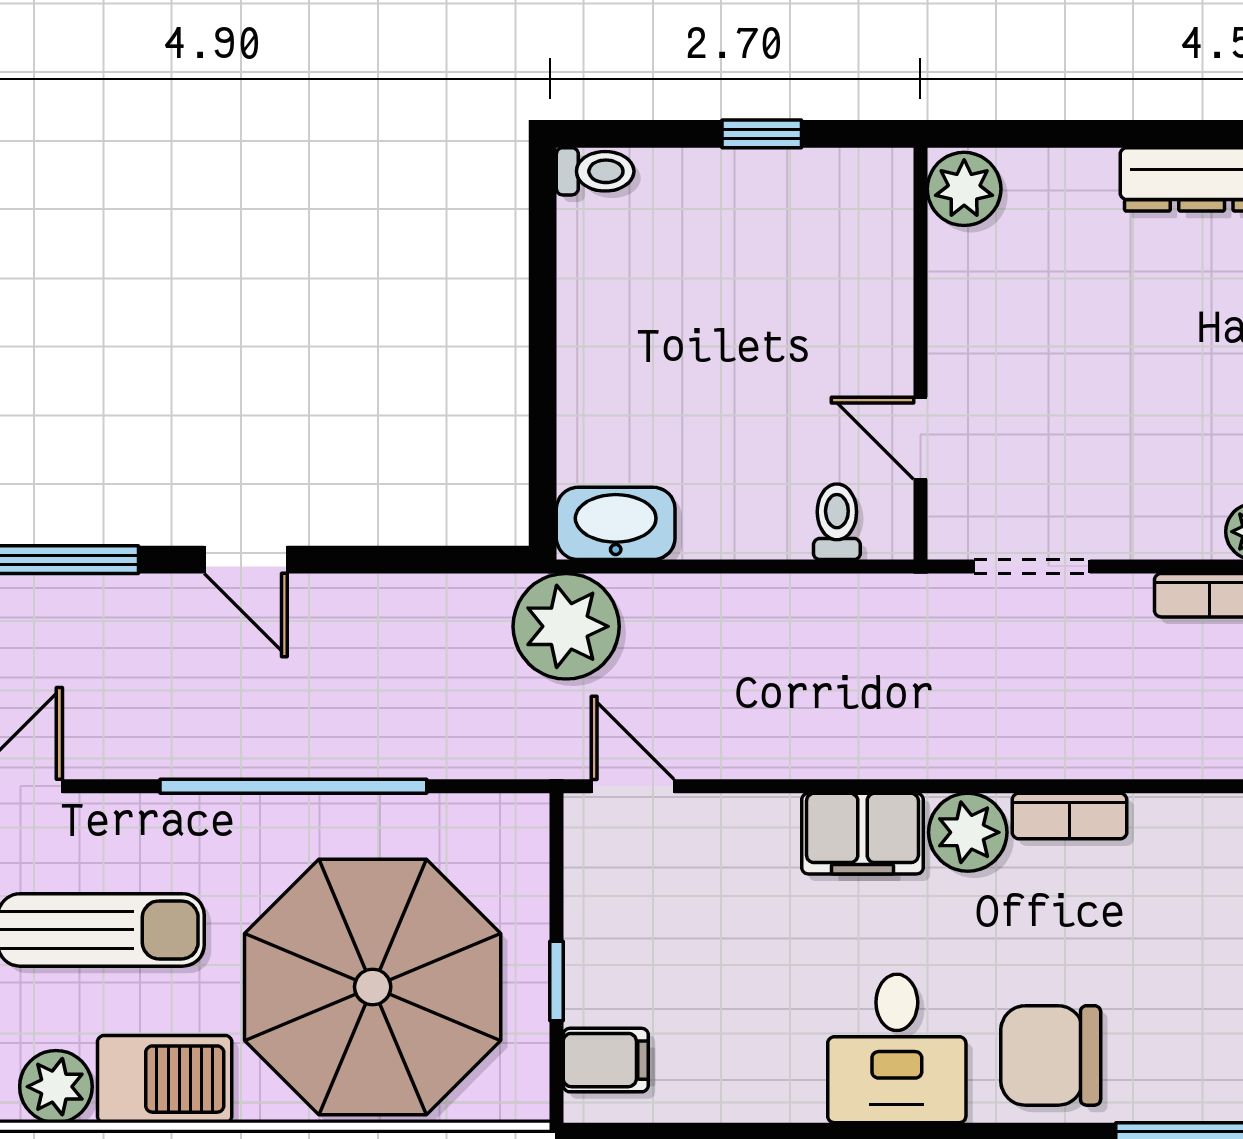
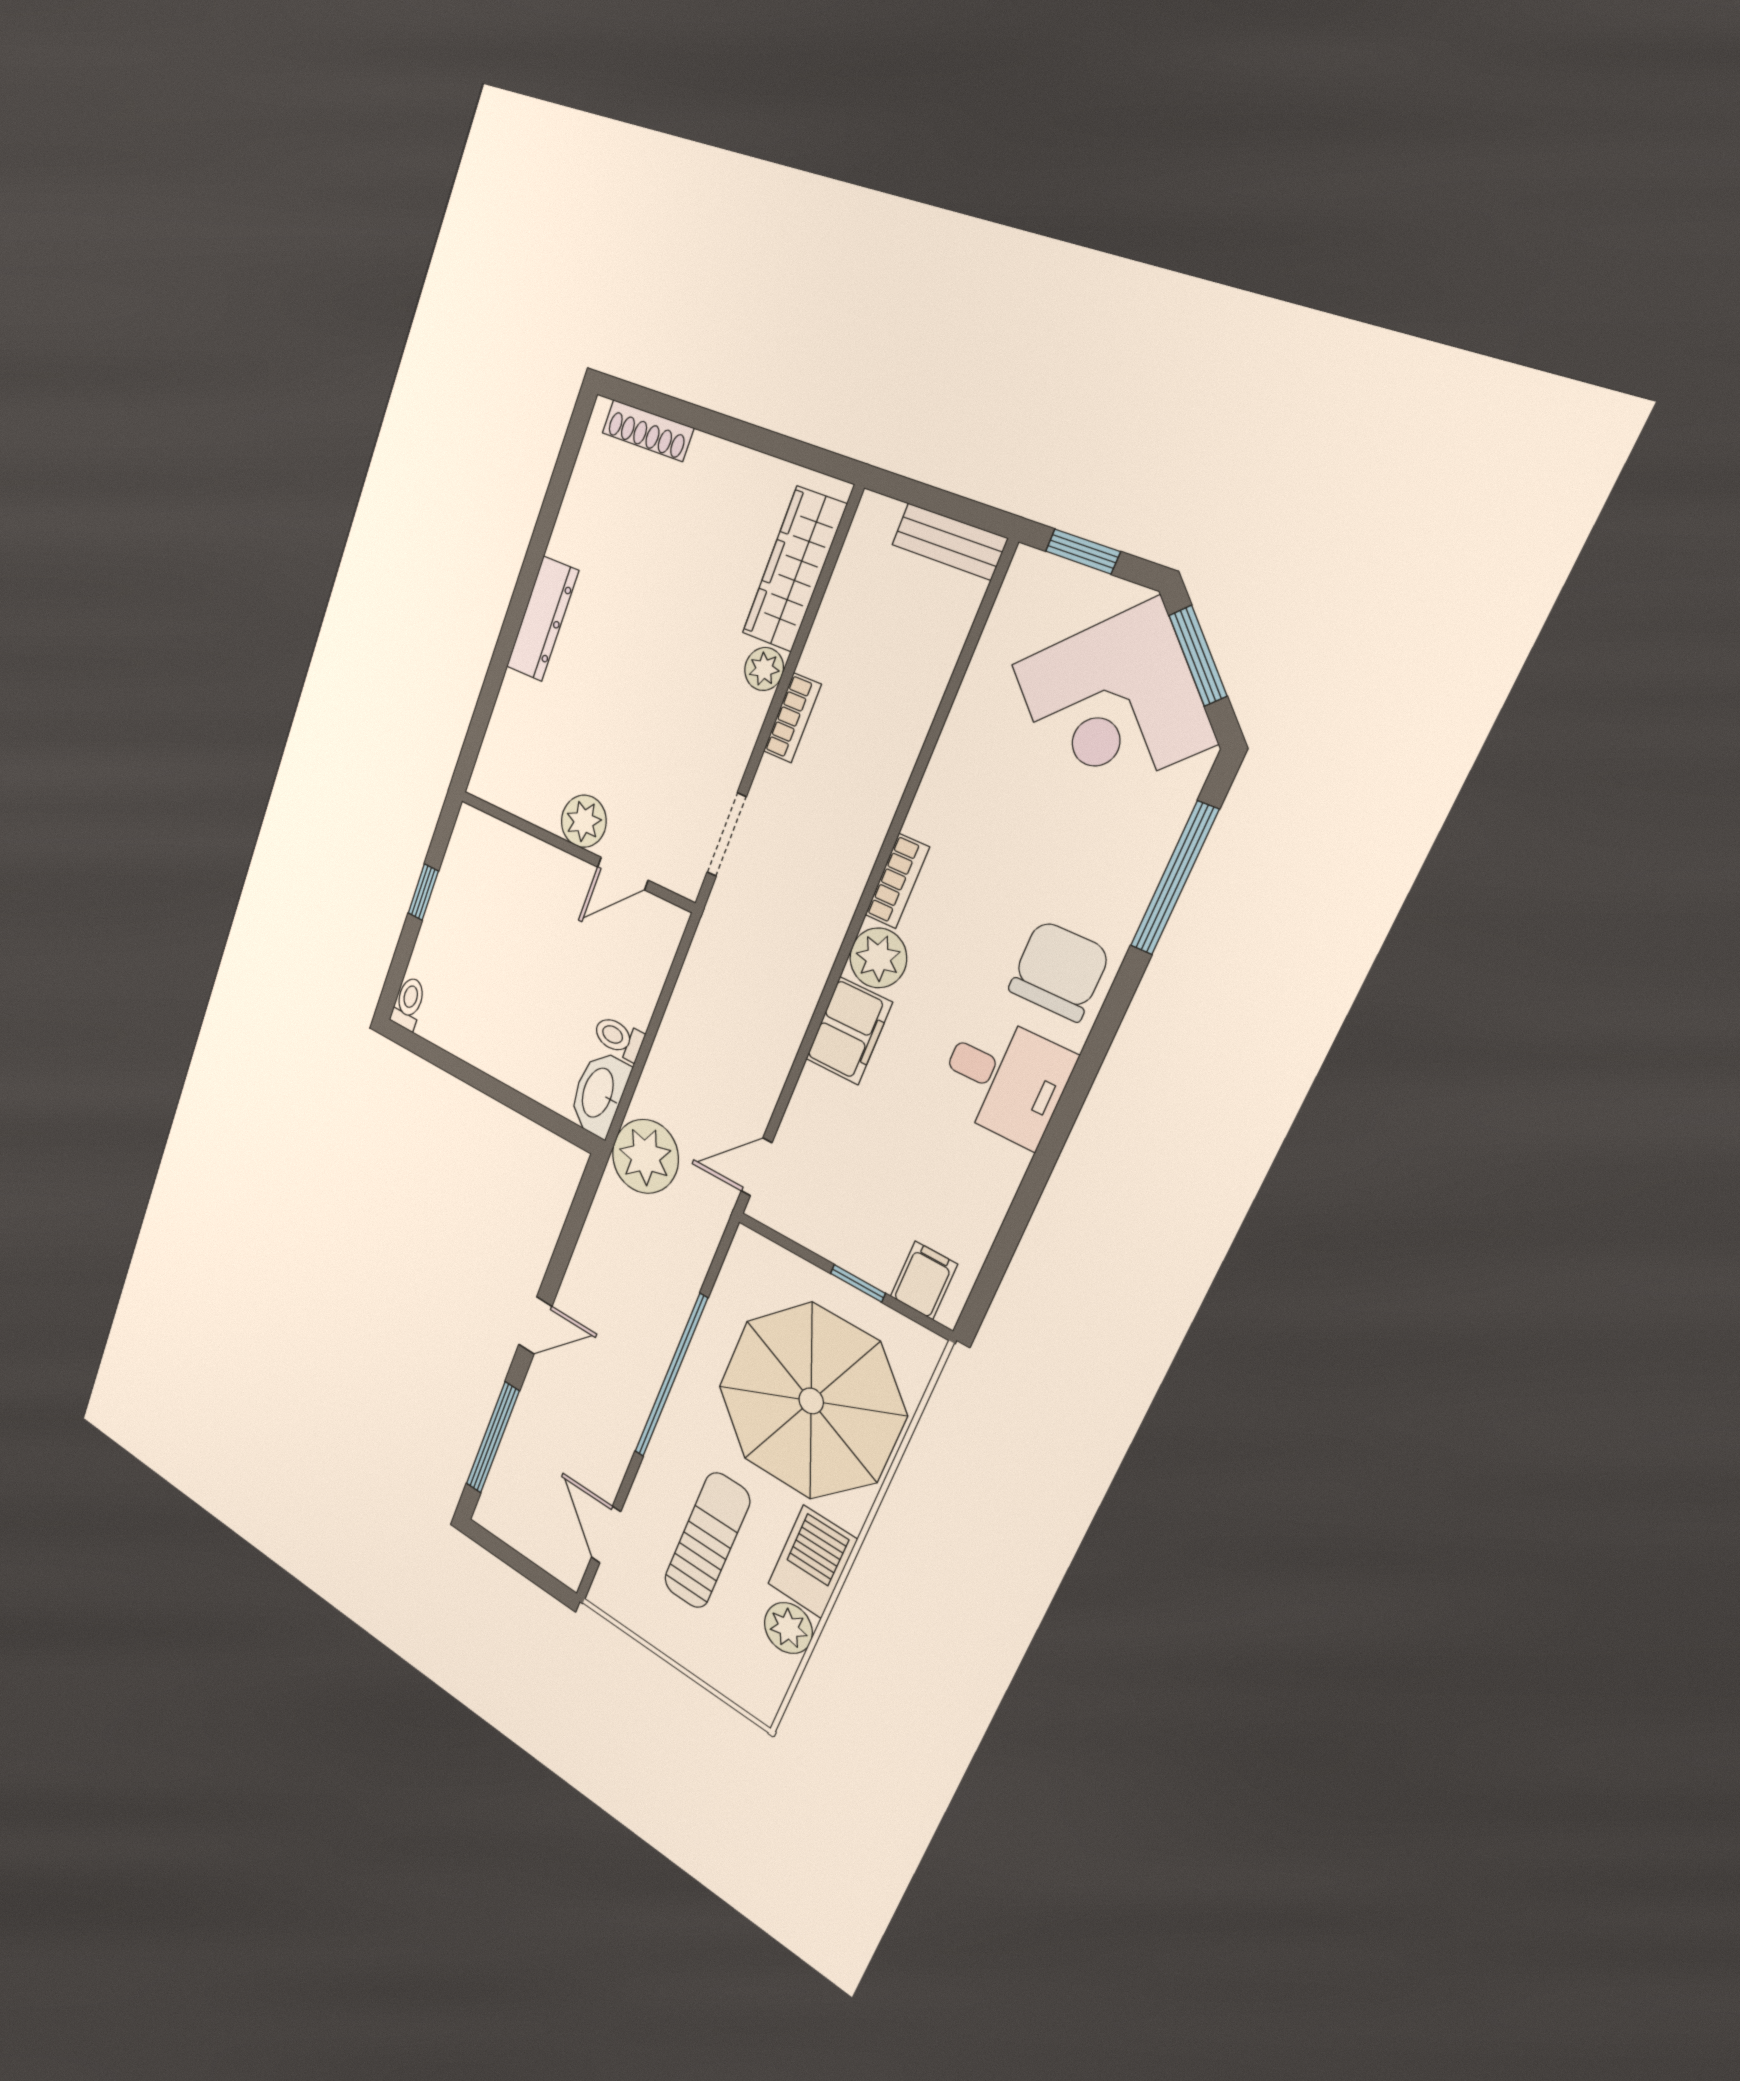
plant: (964, 189) -> (584, 821), moved
toilet: (837, 522) -> (619, 1038), moved
chair: (1051, 1055) -> (1059, 971), turned 180

